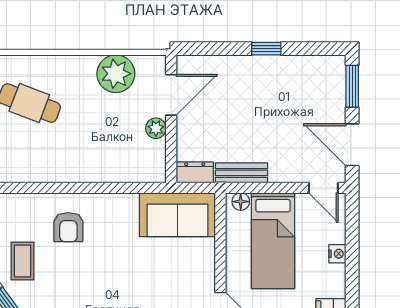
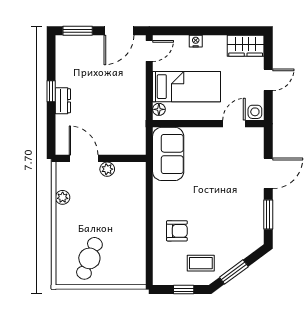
plant: (116, 74) -> (63, 197), width x0.53, depth x0.53
dresser: (195, 172) -> (63, 101), moved, turned 180
bench: (241, 173) -> (139, 109), removed

